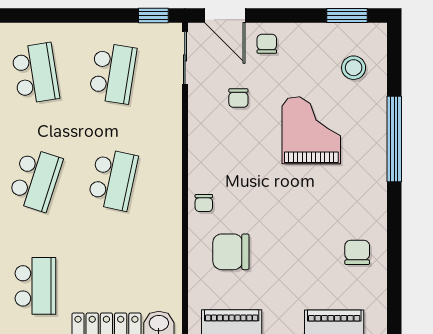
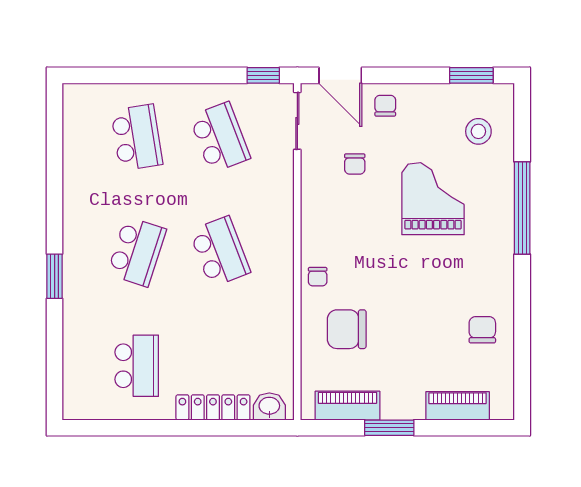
school desk: (113, 73) -> (220, 137), turned -30
school desk: (113, 180) -> (220, 252), turned -33

